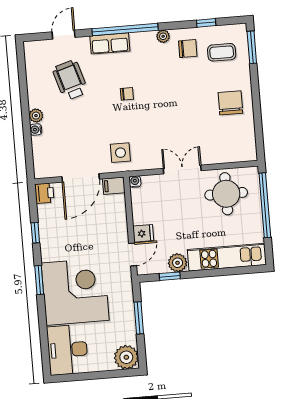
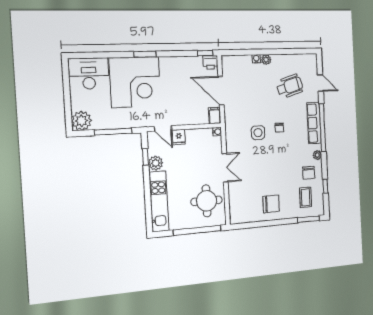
row of seats: (110, 43) -> (314, 123), width x1.48
side table: (120, 153) -> (258, 133), moved
window: (35, 233) -> (205, 53), moved
window: (139, 318) -> (113, 132), width x1.44

